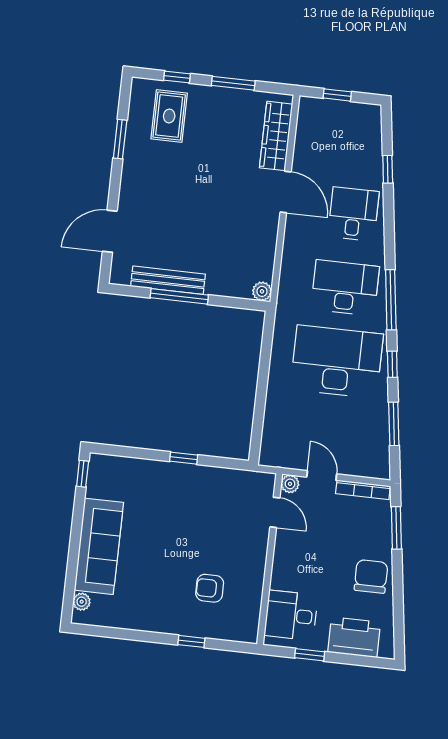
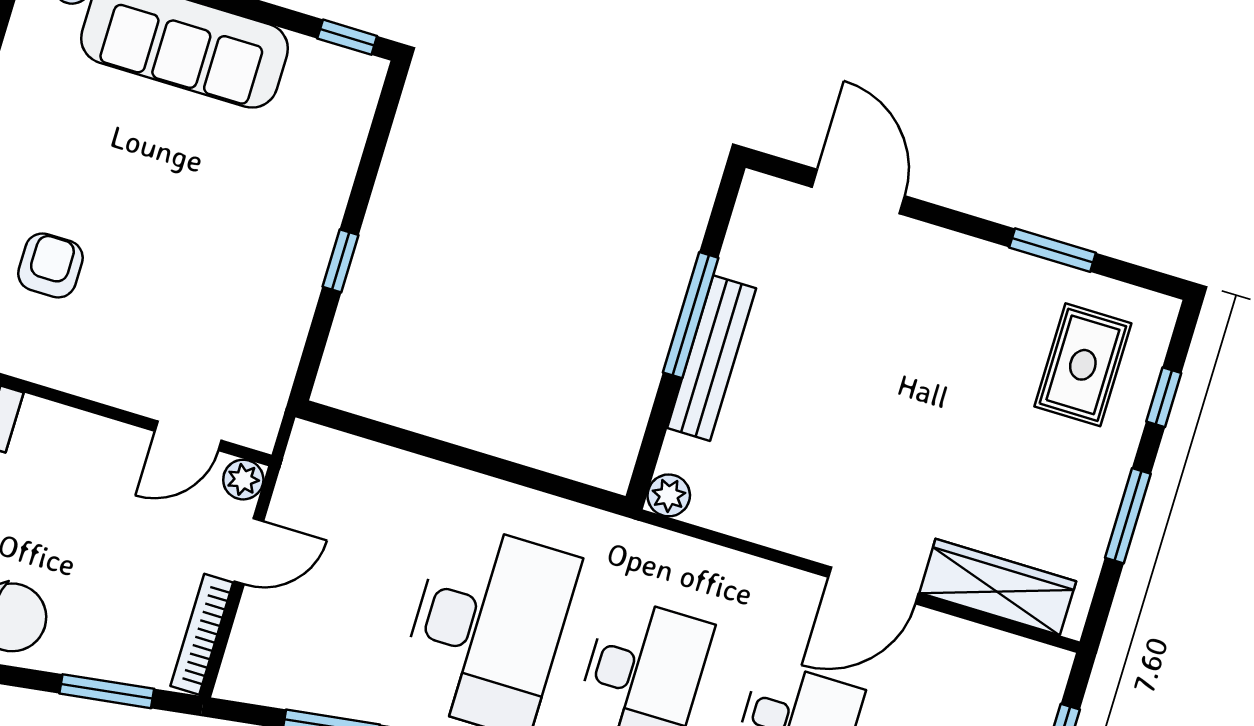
rug: (169, 116) -> (1083, 365), turned 90
bench: (168, 280) -> (712, 358), moved

